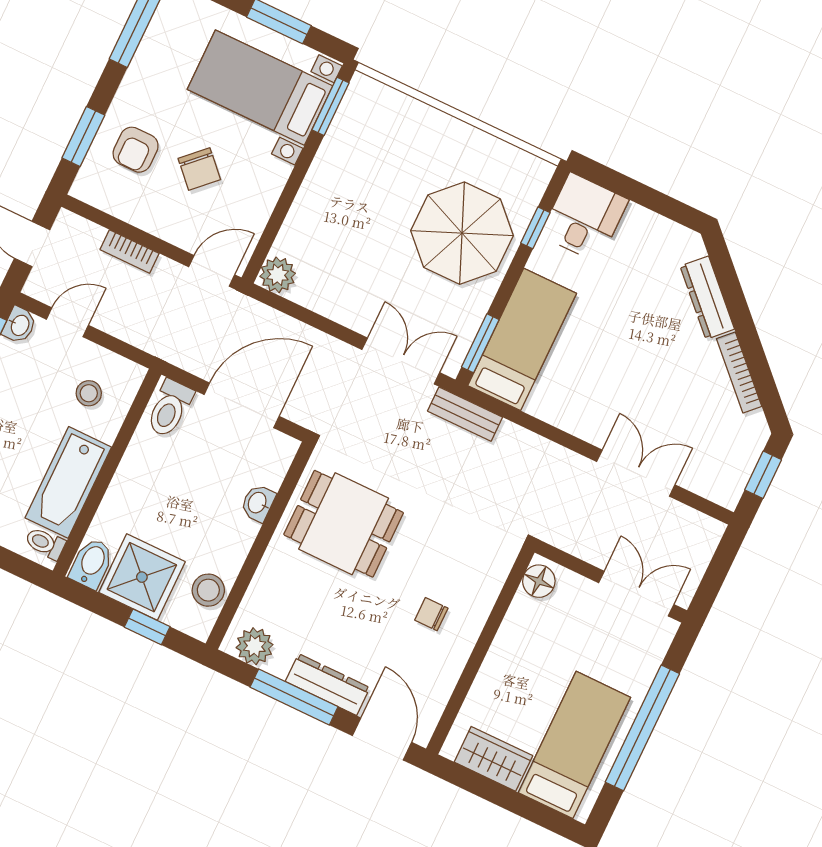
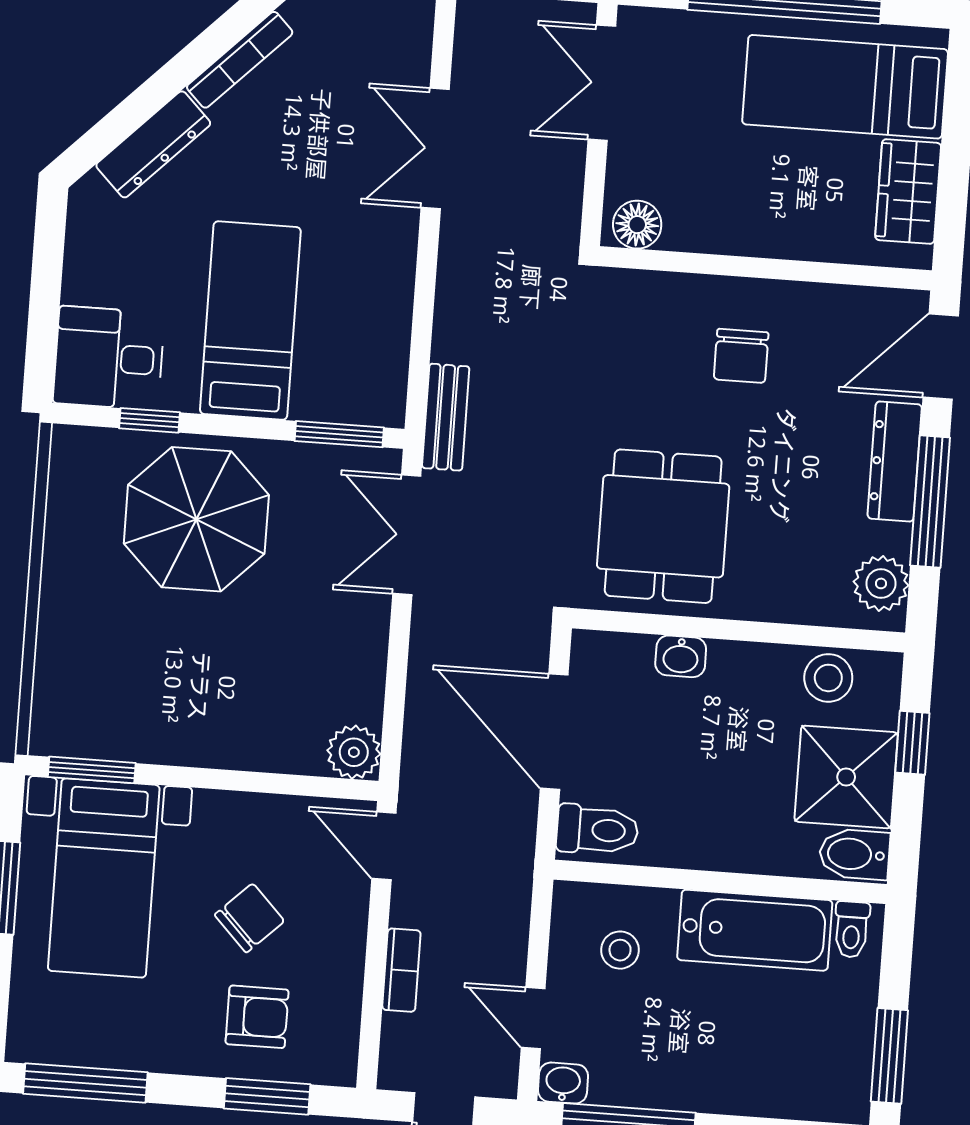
bed: (522, 339) -> (250, 321), moved, turned 90
chair: (431, 614) -> (741, 356), width x1.37, depth x1.37

